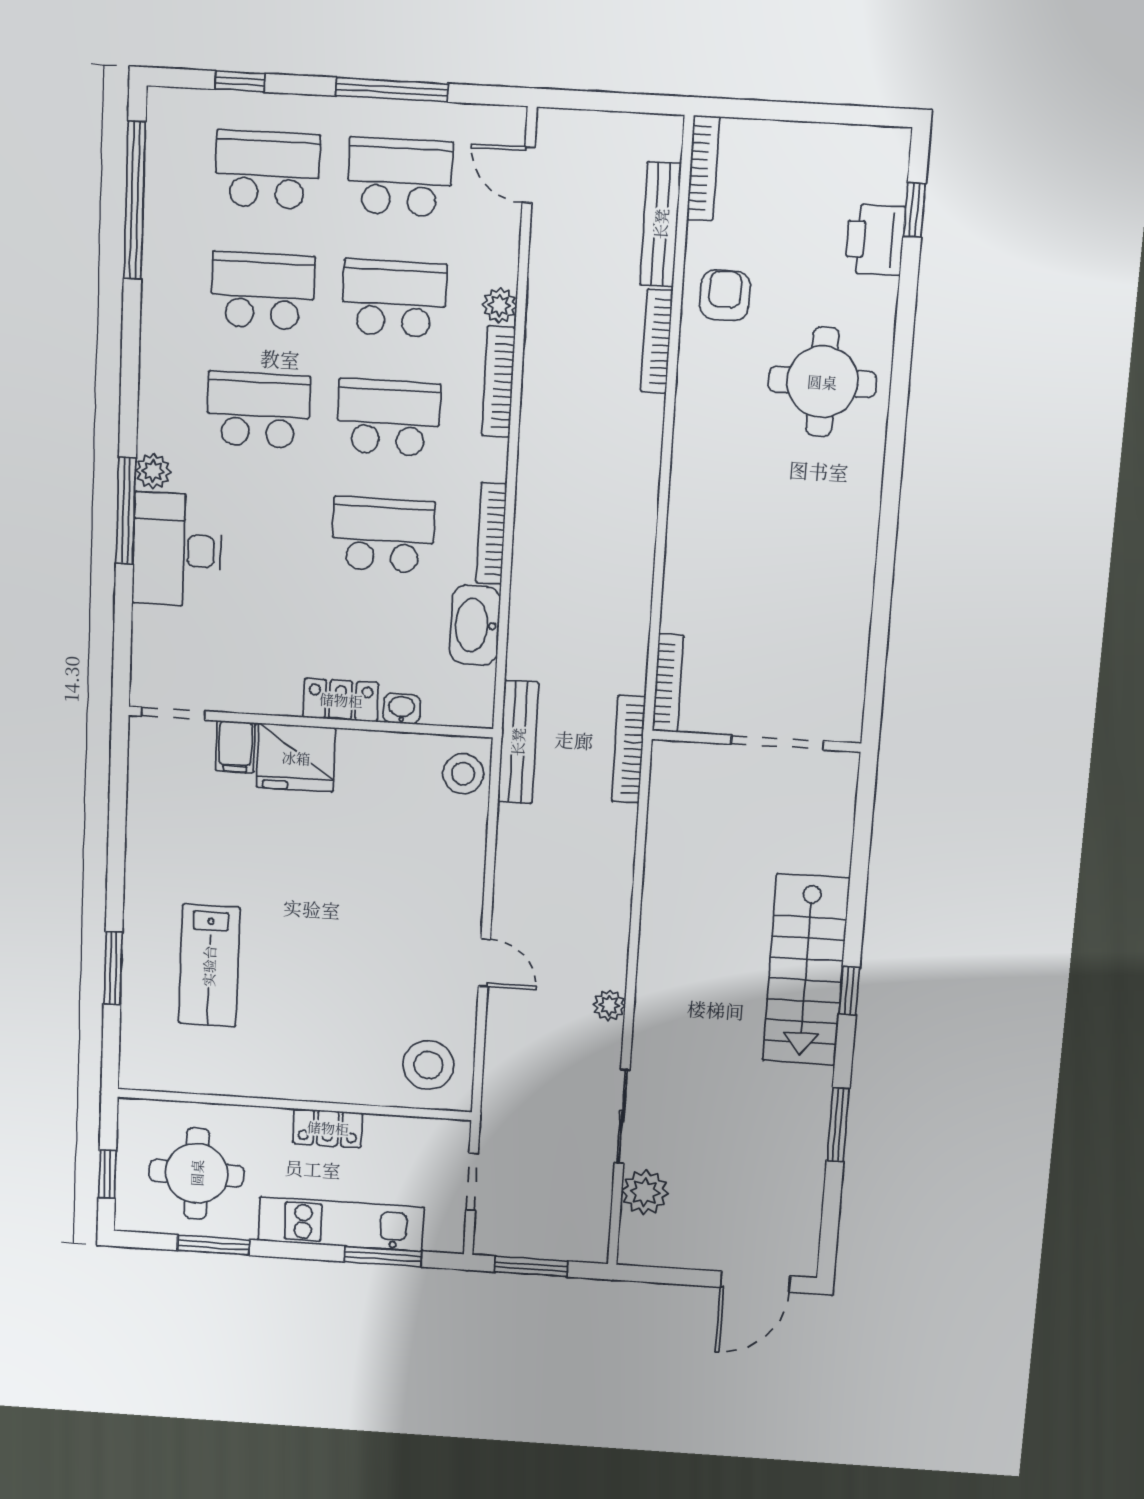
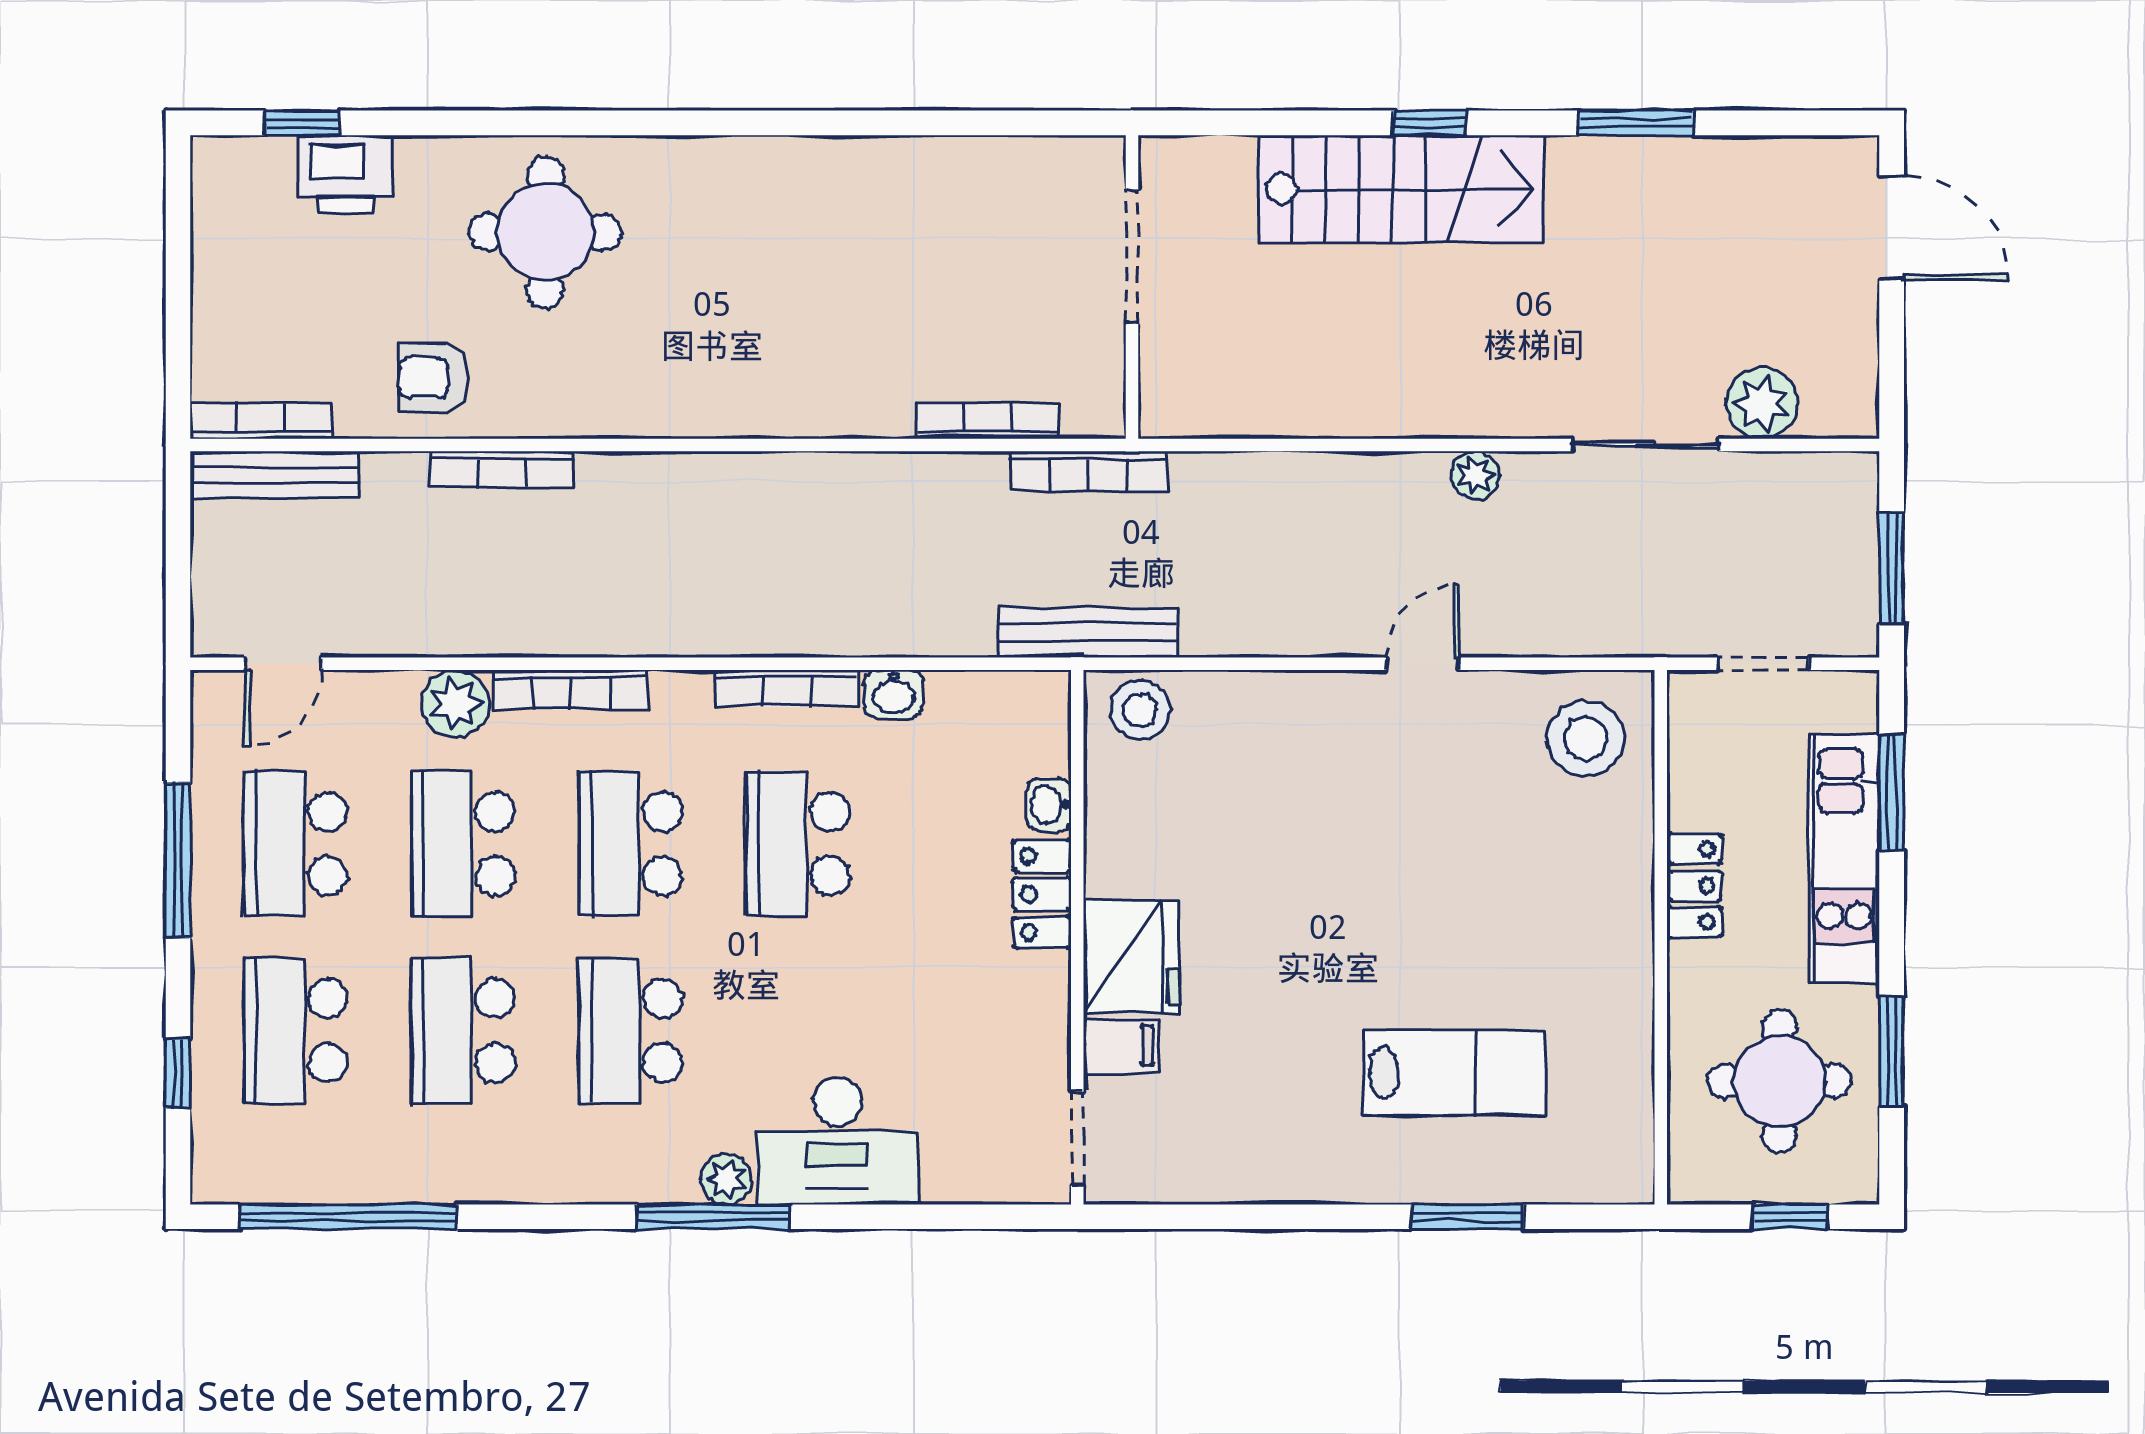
bench: (661, 224) -> (275, 475), moved
plant: (499, 305) -> (455, 704), width x1.38, depth x1.38
window: (126, 511) -> (713, 1217), moved
washbasin: (475, 625) -> (893, 694), width x0.52, depth x0.69
wall: (756, 741) -> (1132, 287), moved
doorway: (777, 743) -> (1132, 257), moved

